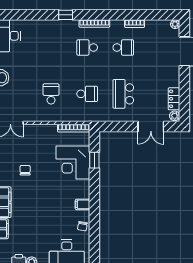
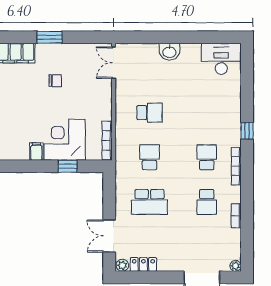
school desk: (87, 94) -> (149, 157), turned 180
school desk: (123, 94) -> (149, 202), turned 180
filing cabinet: (82, 204) -> (36, 152), moved

